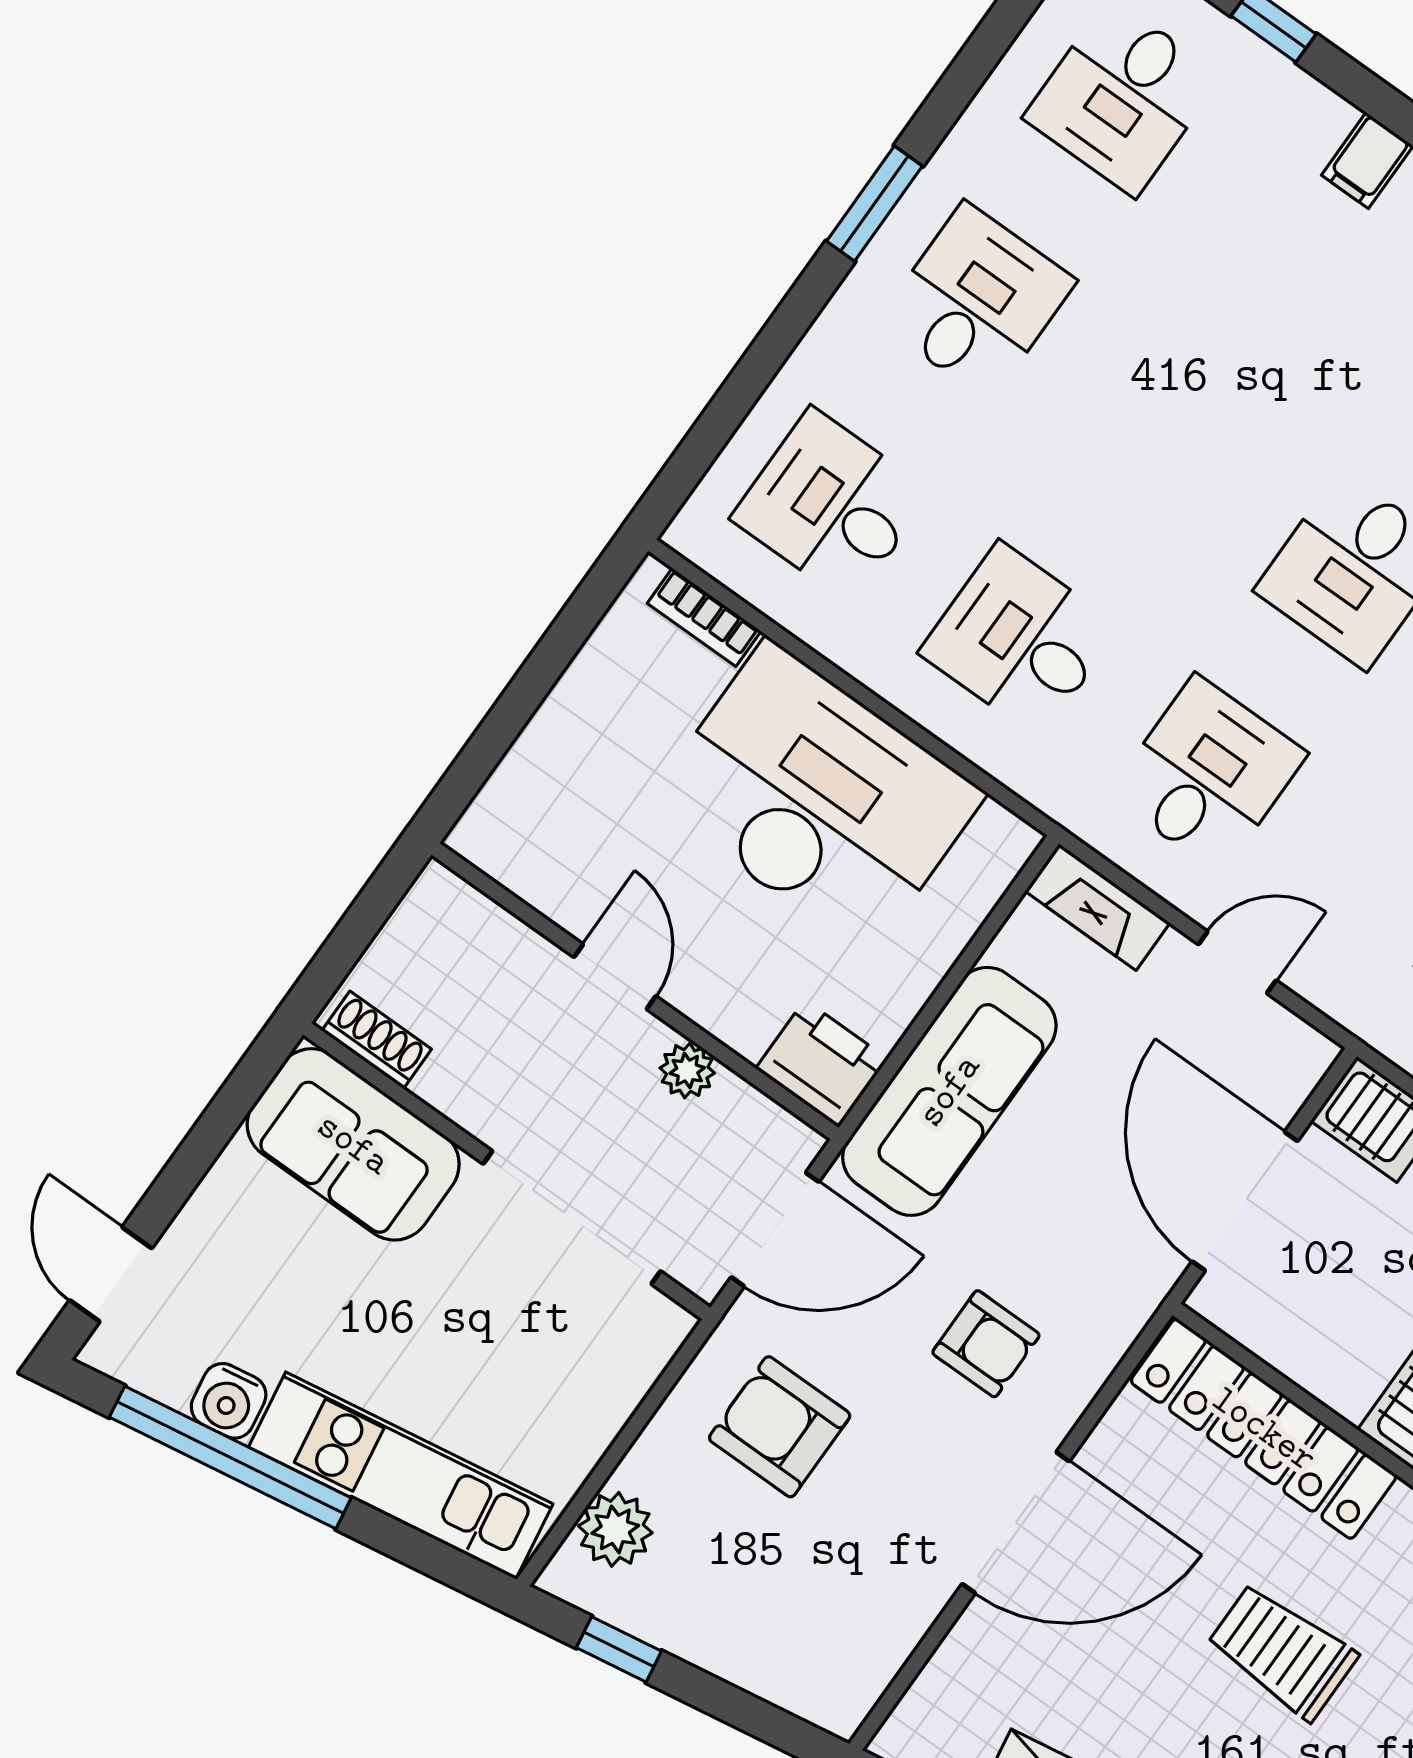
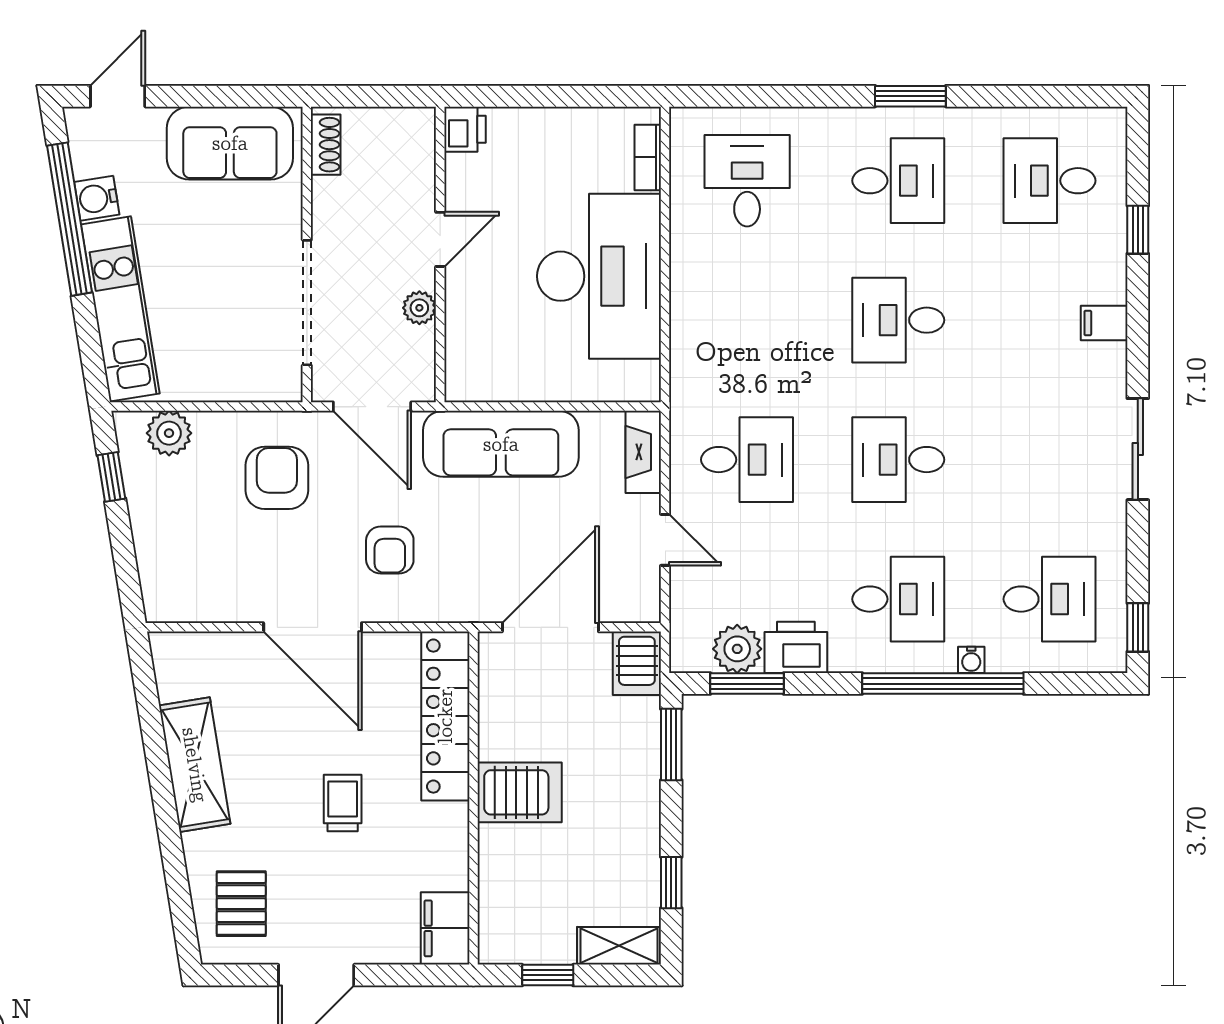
desk: (1020, 640) -> (898, 320), moved, turned -90
printer: (822, 1064) -> (465, 129), moved, width x0.73, depth x0.81
sofa: (353, 1144) -> (230, 143), moved, turned -90
trolley: (1282, 1651) -> (343, 803), width x0.73, depth x0.72

